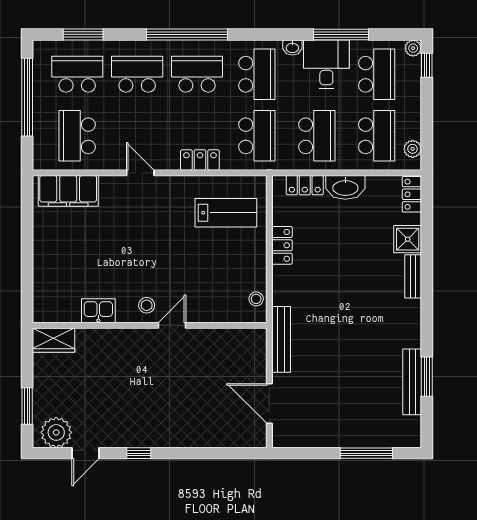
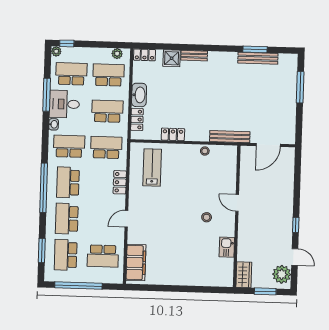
kitchen sink: (98, 311) -> (227, 247), moved
wall: (150, 325) -> (237, 216), moved
door: (172, 325) -> (237, 203), moved
wardrobe: (54, 340) -> (244, 275), moved

